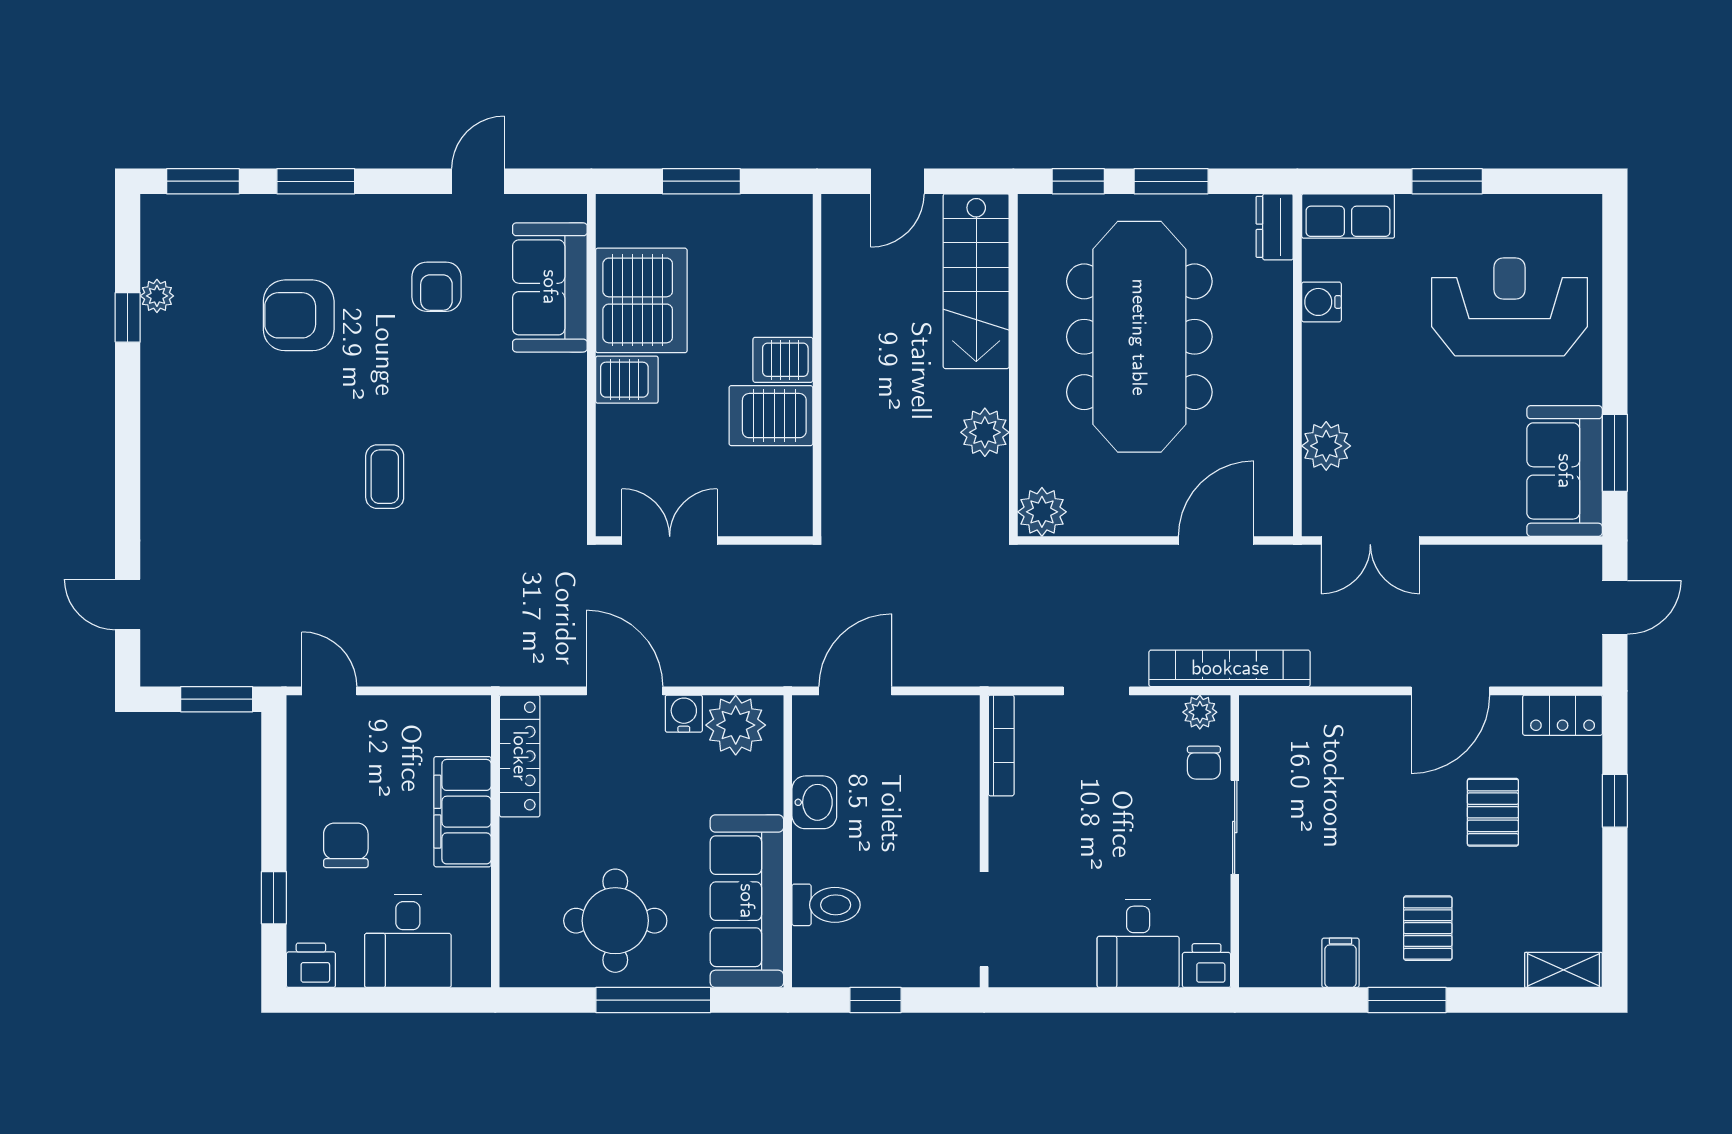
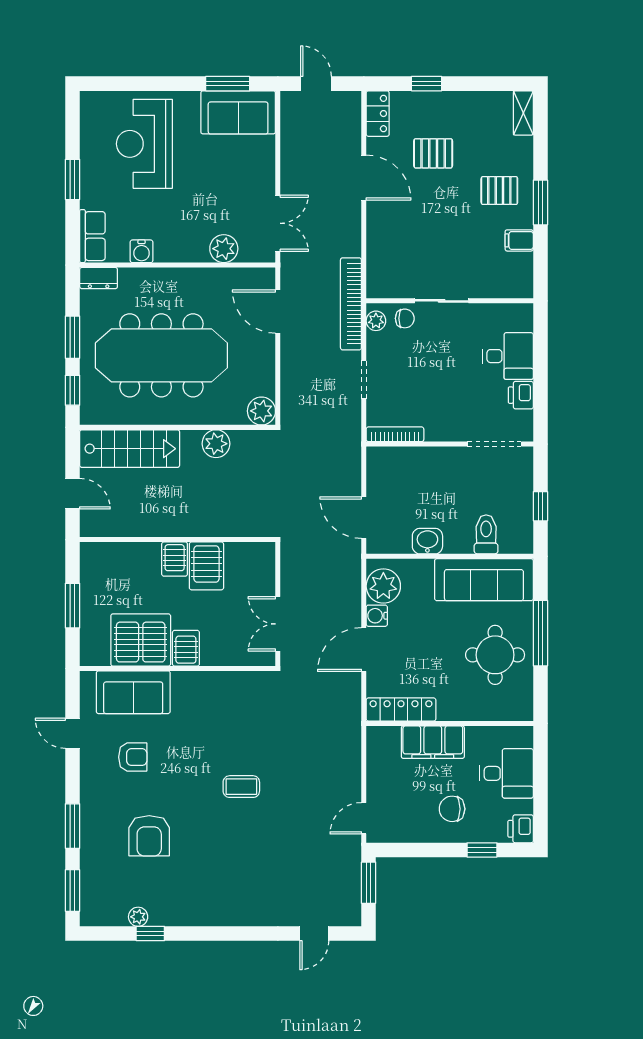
printer: (1206, 966) -> (521, 395), moved

